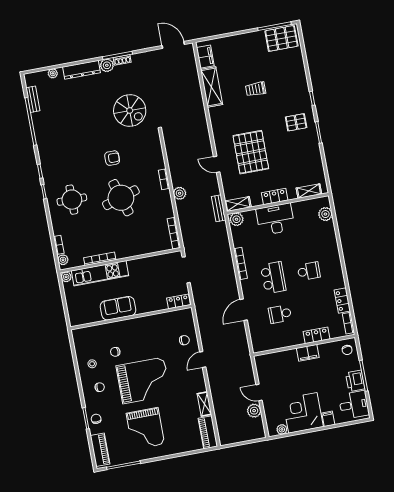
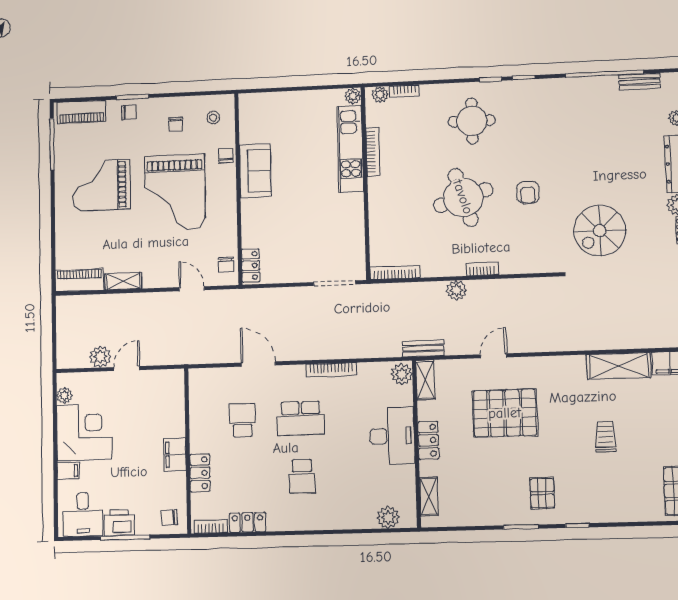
locker: (178, 301) -> (251, 266), moved
sofa: (118, 308) -> (255, 171), moved
wall: (131, 317) -> (238, 189), moved

